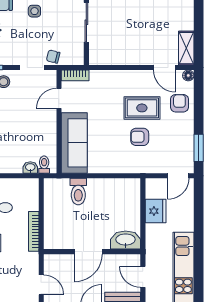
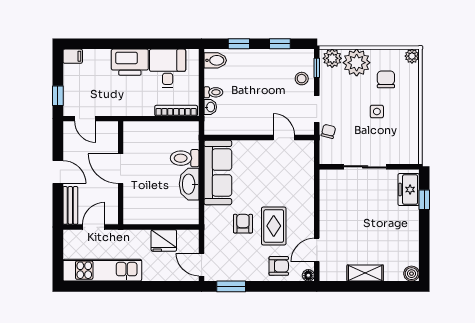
shelving: (186, 48) -> (365, 273), moved
bookcase: (75, 75) -> (308, 155), removed
sofa: (74, 143) -> (218, 172), moved, turned -90
toilet: (44, 165) -> (213, 92), moved
bookcase: (34, 231) -> (176, 111), moved
washbasin: (126, 240) -> (189, 184), moved, turned 180
door: (41, 285) -> (85, 119), hinge flipped

